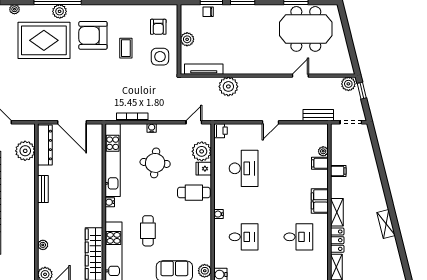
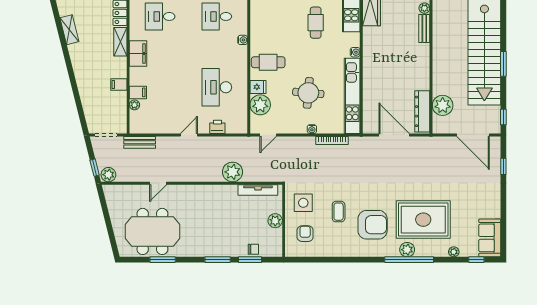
printer: (221, 131) -> (217, 127), moved, turned 90
bench: (43, 189) -> (424, 29), moved

